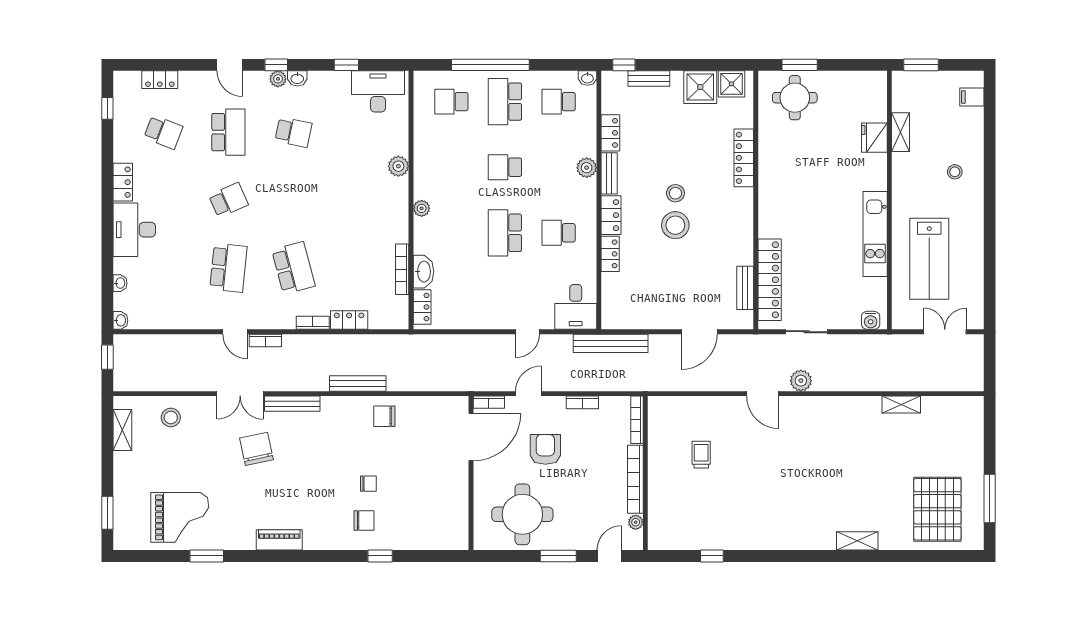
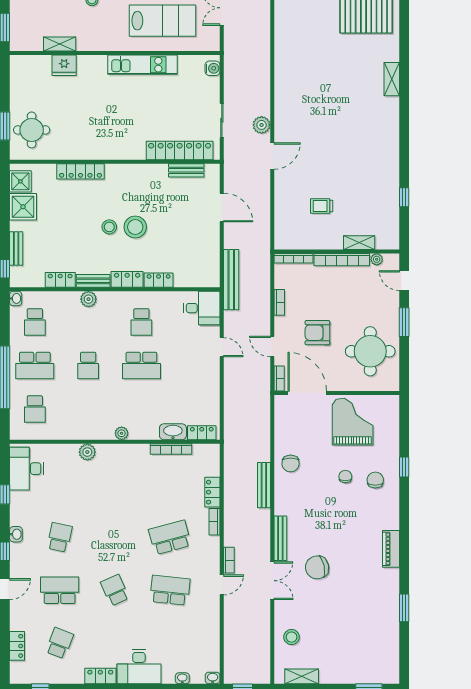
plant: (278, 79) -> (16, 550), removed
shelving: (901, 405) -> (359, 243), moved, turned 90
grand piano: (180, 517) -> (353, 422), moved

